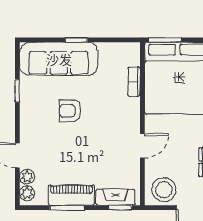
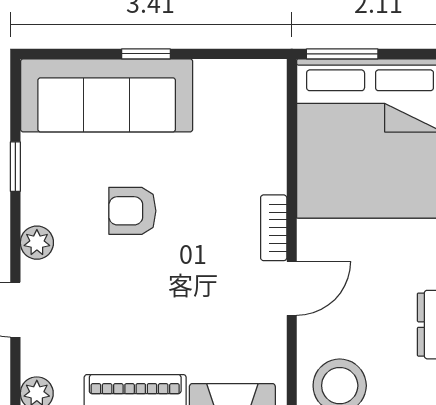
bookcase: (134, 82) -> (274, 228), moved
plant: (27, 177) -> (37, 243), moved

